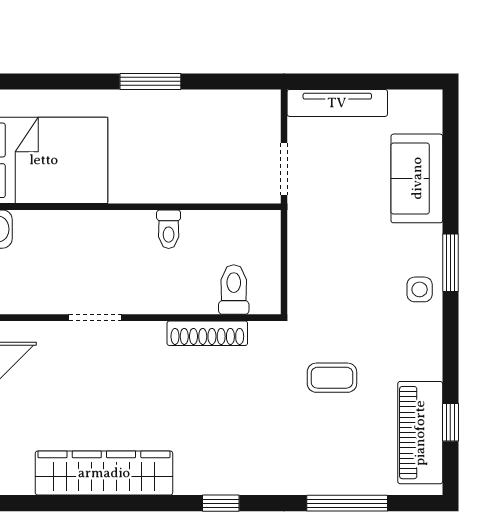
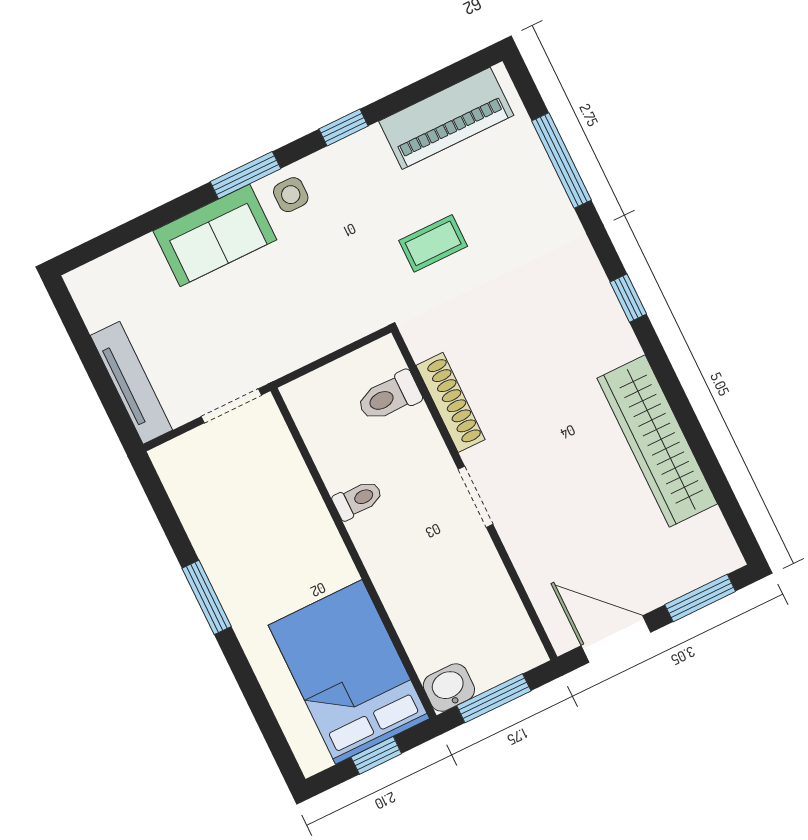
sofa: (417, 178) -> (215, 235), moved
doorway: (95, 318) -> (475, 497), moved
coffee table: (332, 378) -> (433, 243), turned 90
window: (450, 422) -> (343, 128), moved

